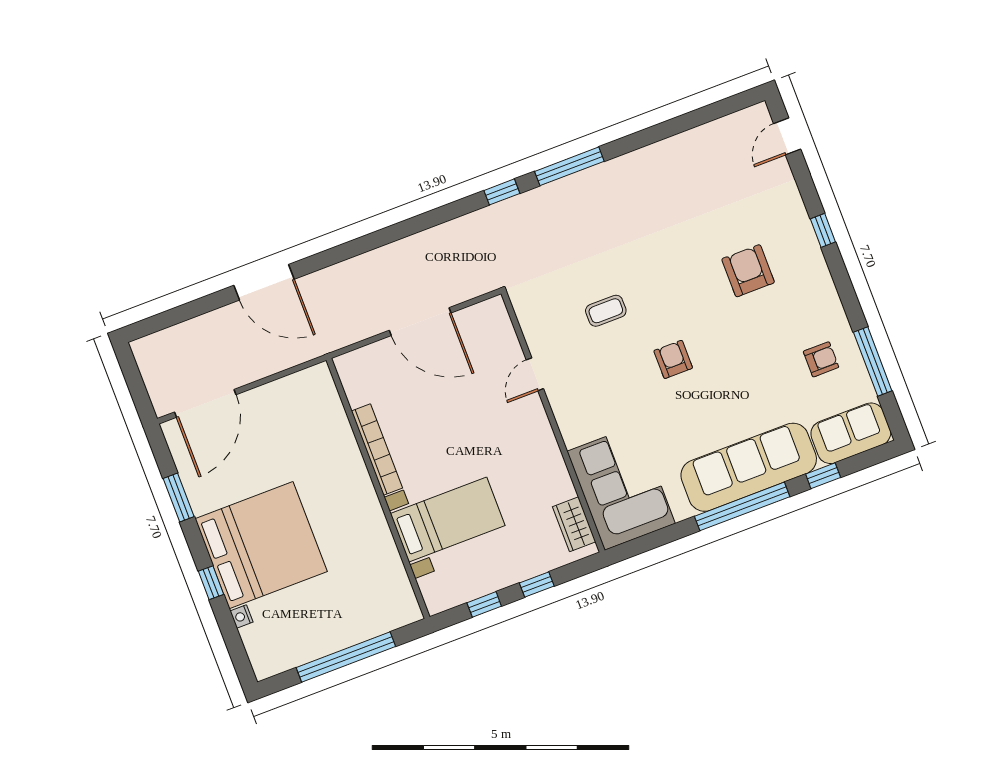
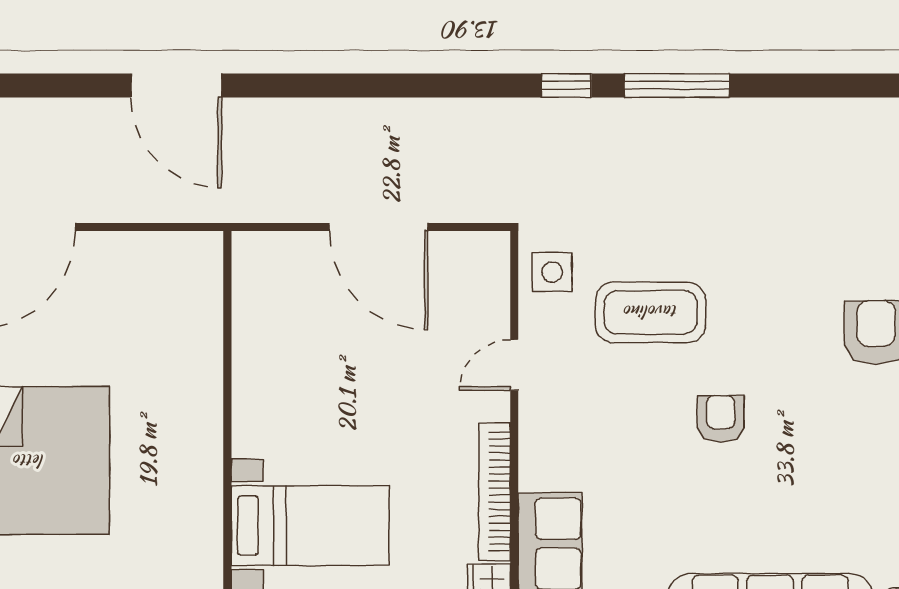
side table: (536, 309) -> (552, 272), added
coffee table: (606, 311) -> (651, 312), width x1.86, depth x1.72
bookcase: (377, 449) -> (495, 492), moved, turned 180

